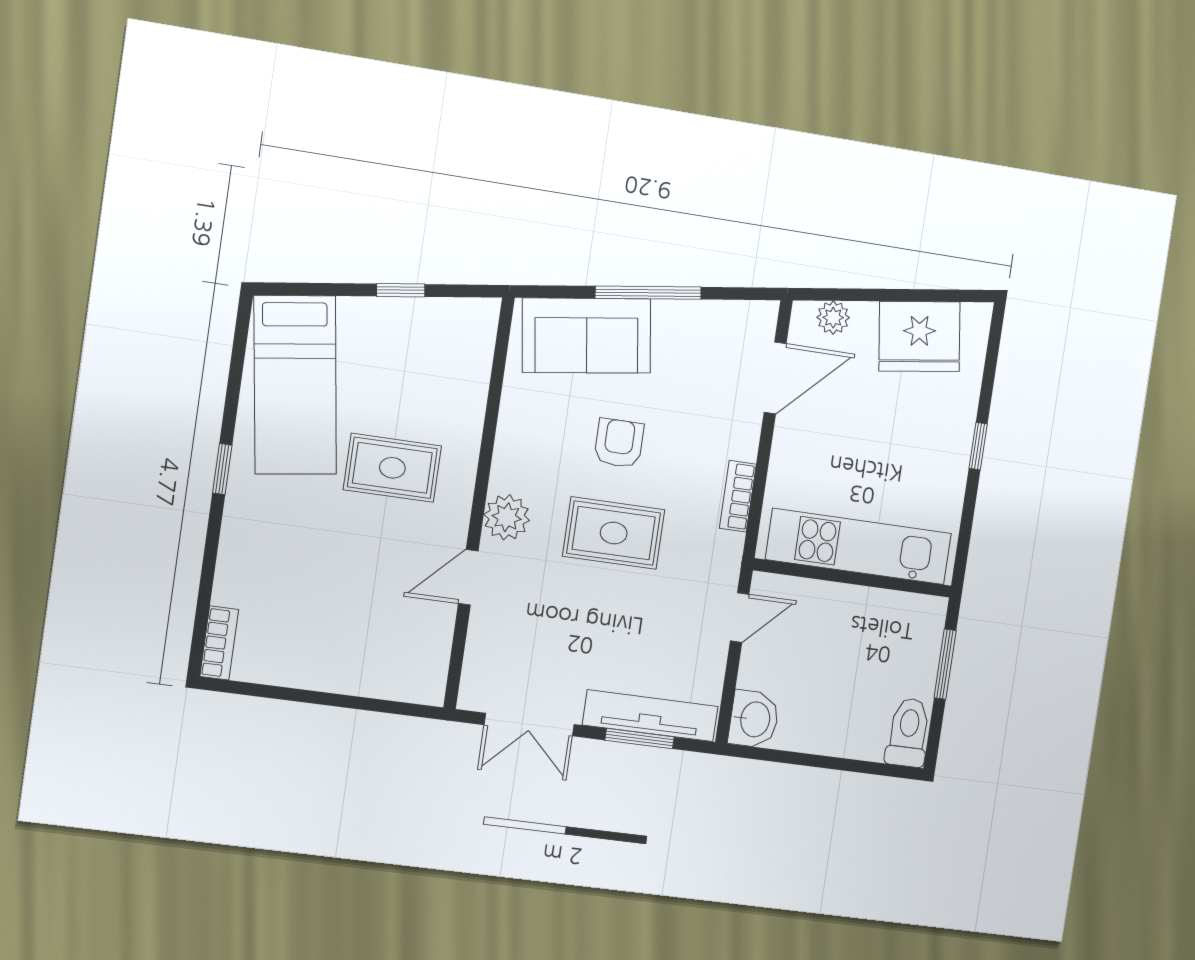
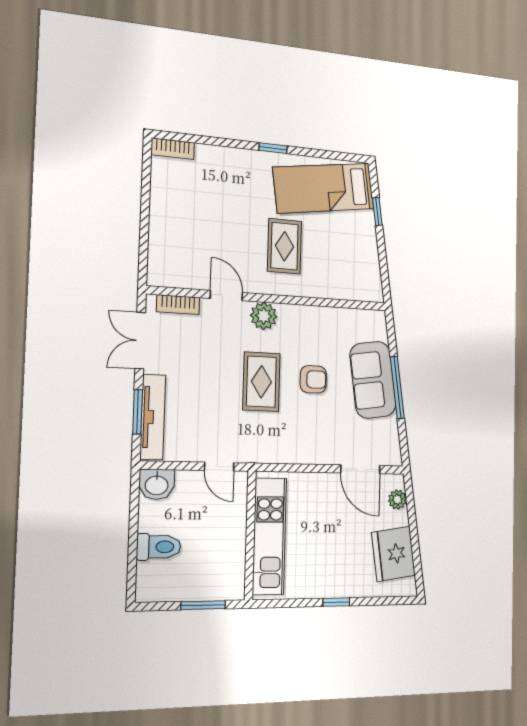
window: (401, 290) -> (377, 211), moved
sofa: (587, 336) -> (373, 380), moved
bookcase: (738, 496) -> (178, 305), moved, turned 180
toilet: (908, 732) -> (159, 547), moved

